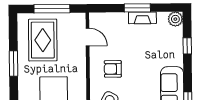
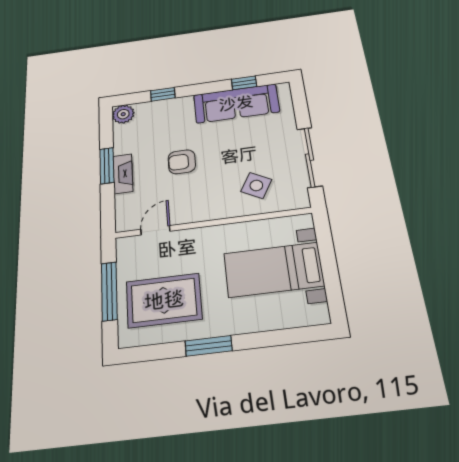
fireplace: (142, 18) -> (123, 174), moved
armchair: (113, 69) -> (182, 162), moved, turned 90

